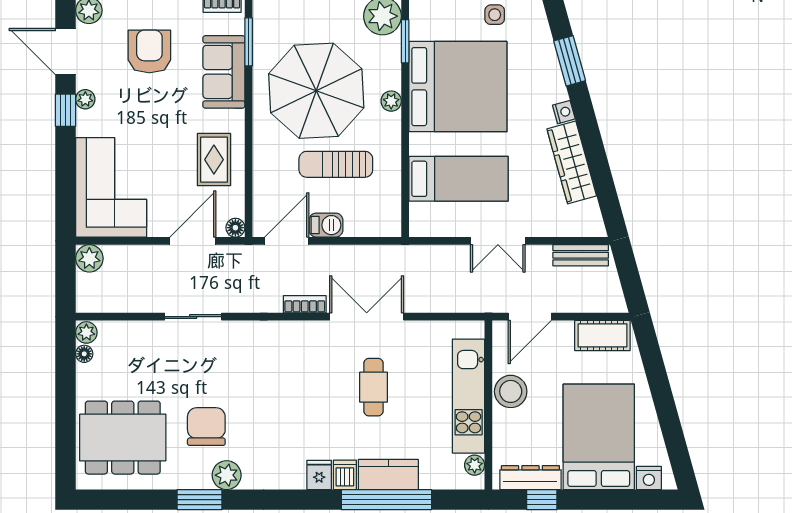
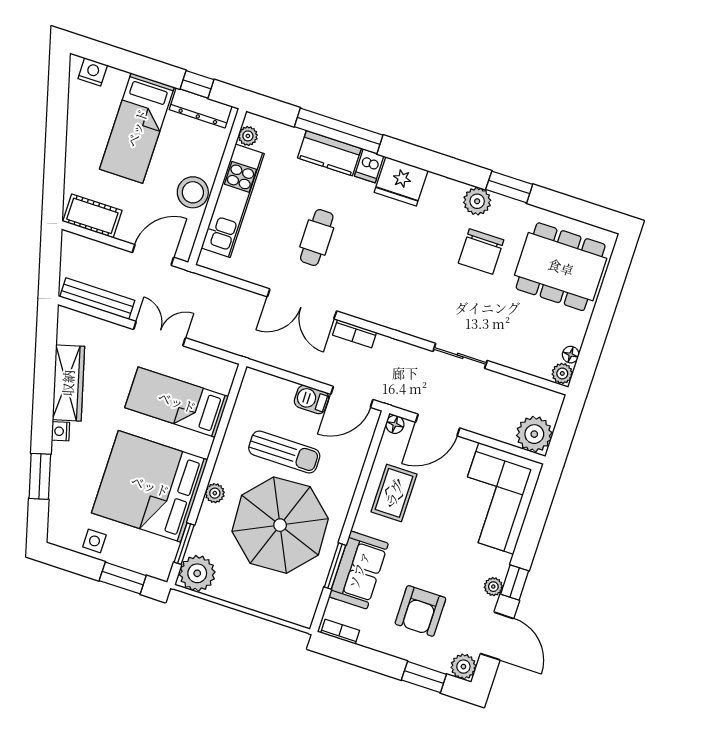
window: (249, 42) -> (335, 566), moved
bench: (581, 255) -> (97, 299), width x1.36
plant: (89, 258) -> (534, 434), width x1.36, depth x1.36
bed: (599, 437) -> (137, 128), width x0.67
fridge: (319, 475) -> (401, 181), width x1.88, depth x1.34

